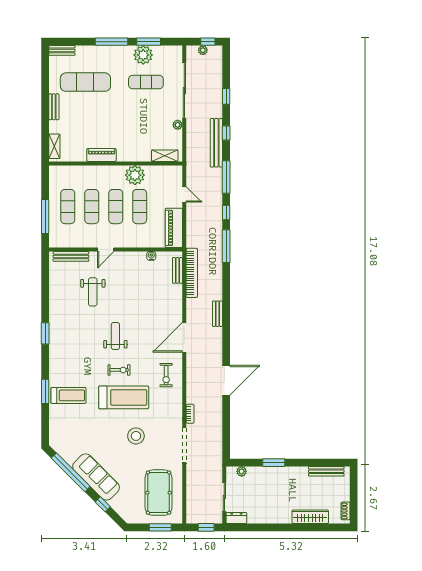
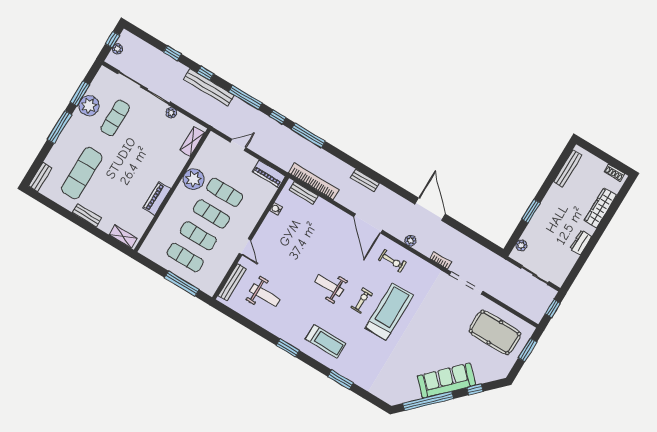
piano: (174, 228) -> (269, 174), width x0.73, depth x0.75
weight bench: (93, 292) -> (265, 295), moved
plant: (191, 380) -> (410, 241), added
treadmill: (68, 395) -> (326, 341), moved, turned 90
stool: (136, 436) -> (431, 322), removed
dresser: (236, 518) -> (581, 242), moved

